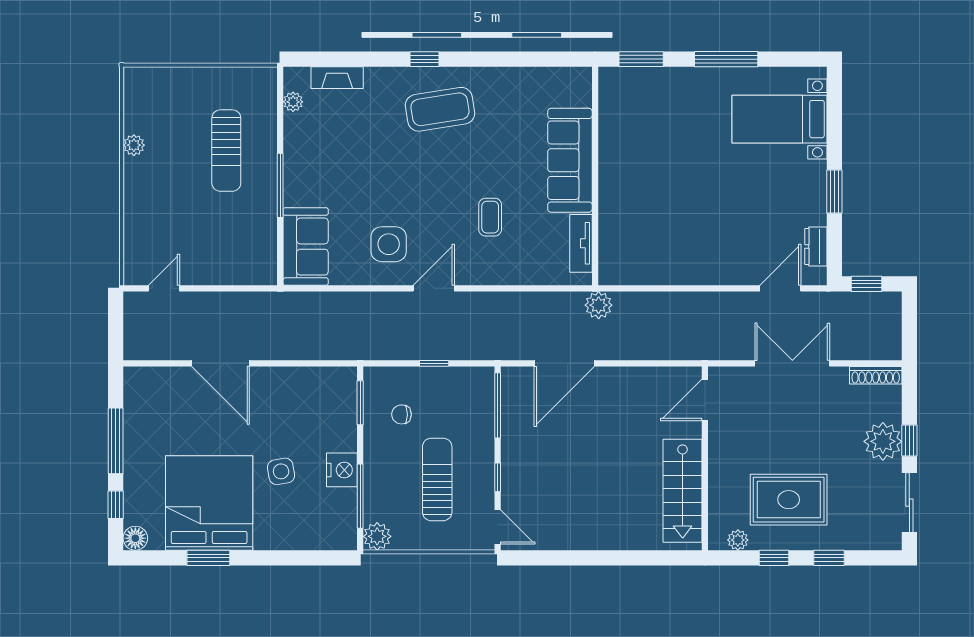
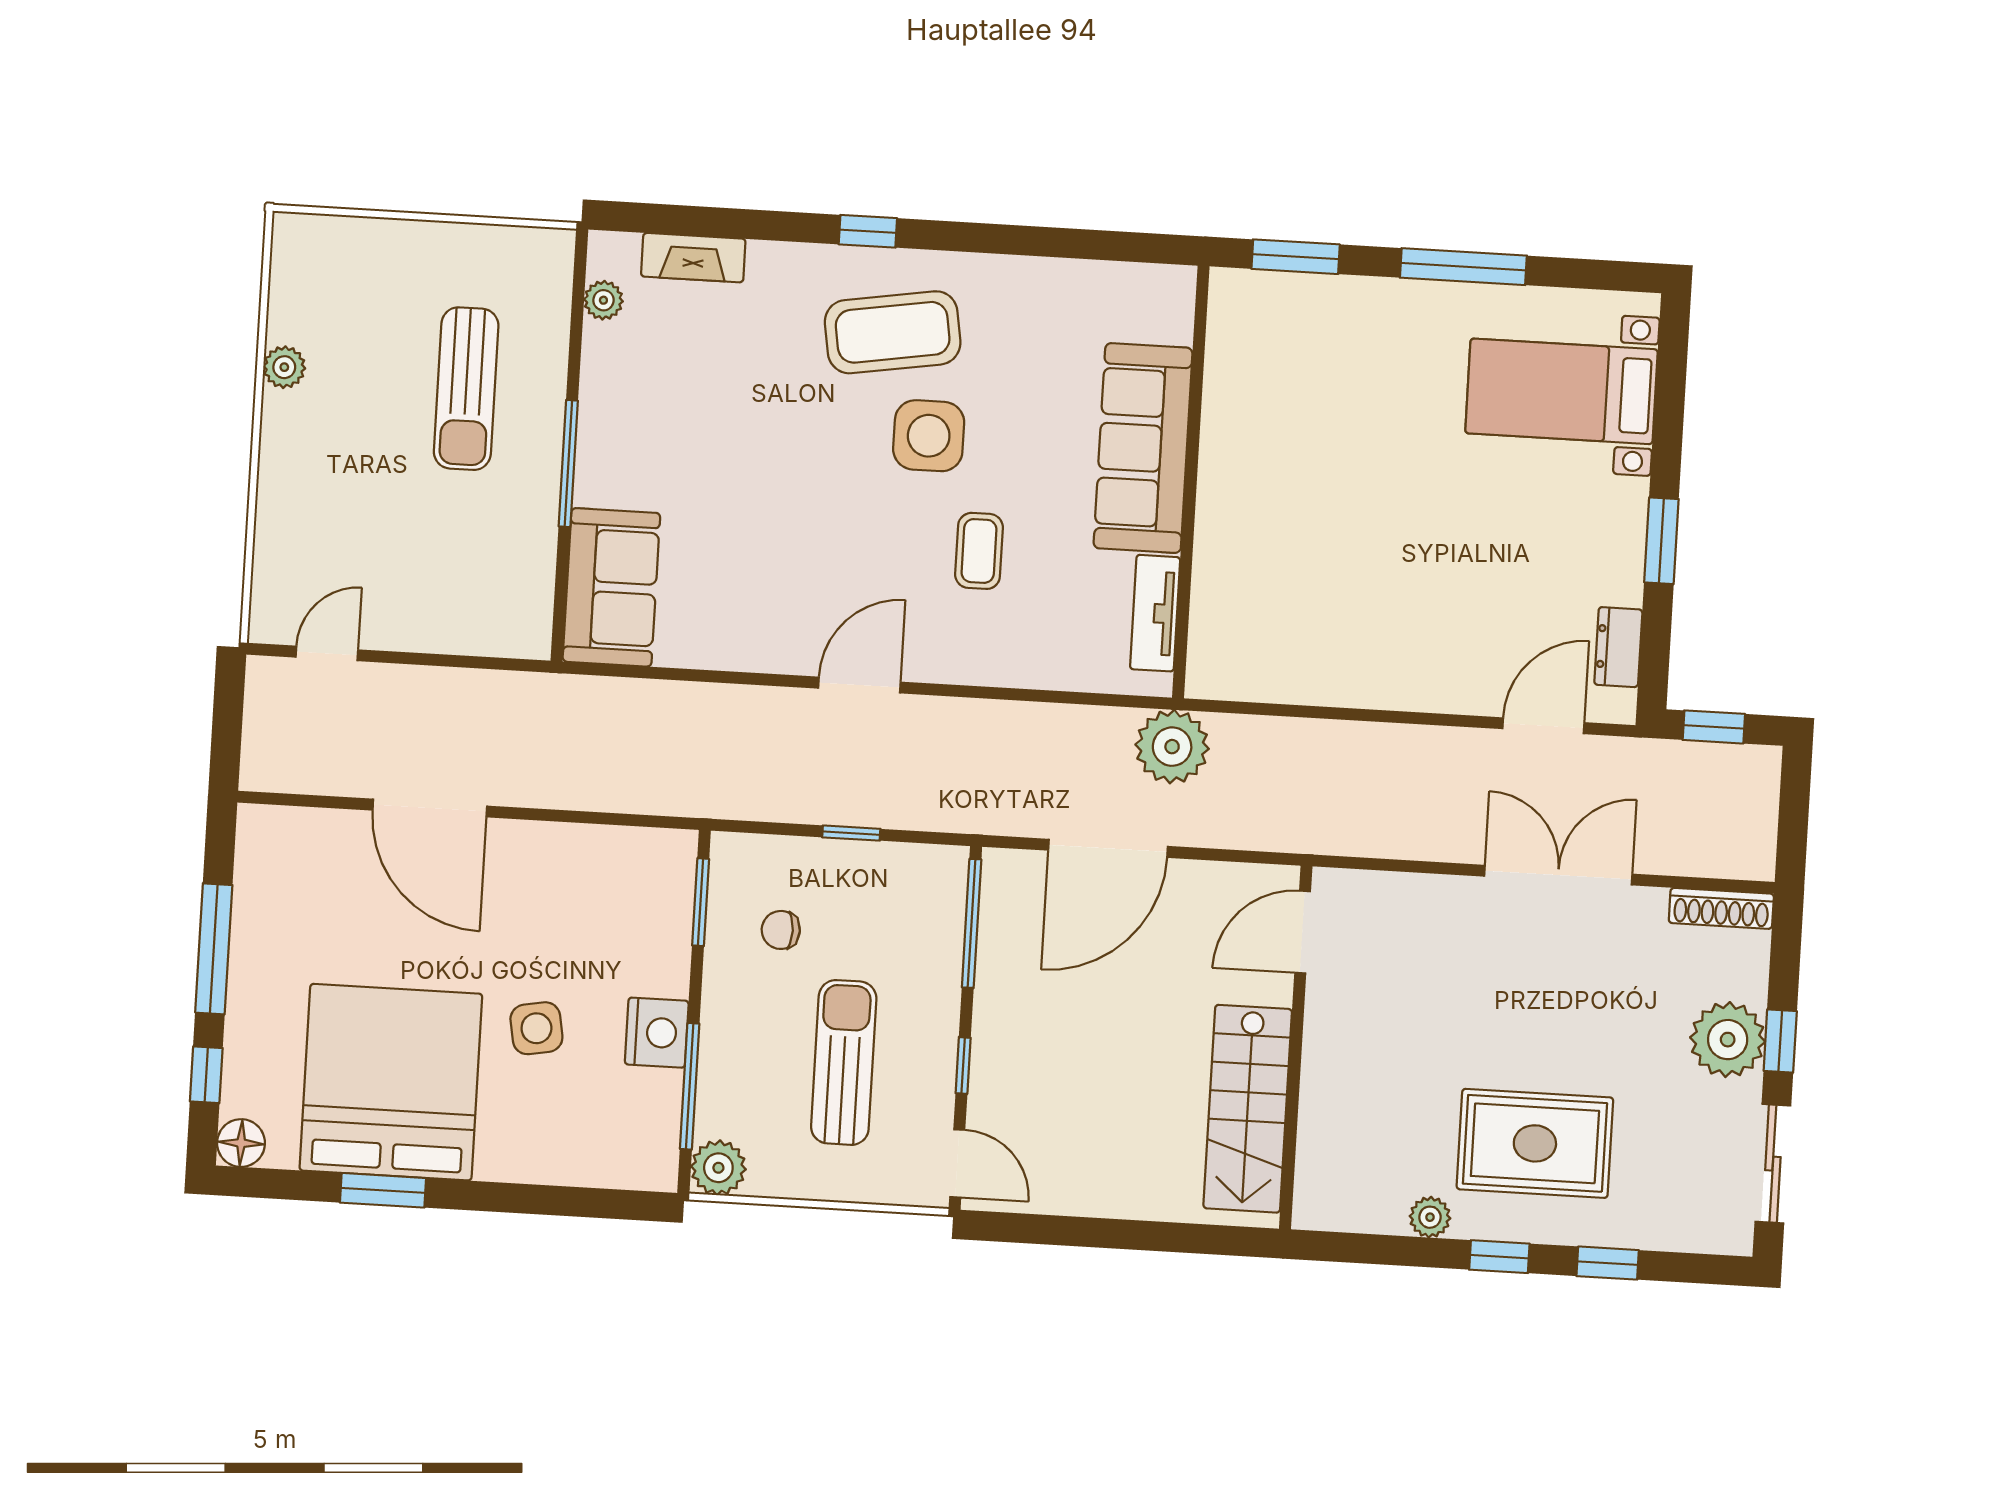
side table: (389, 244) -> (929, 436), moved
plant: (599, 305) -> (1172, 747), width x1.36, depth x1.36
door: (705, 400) -> (1303, 932), moved
wall: (705, 458) -> (1296, 1048), moved
stairs: (683, 491) -> (1248, 1109), moved

